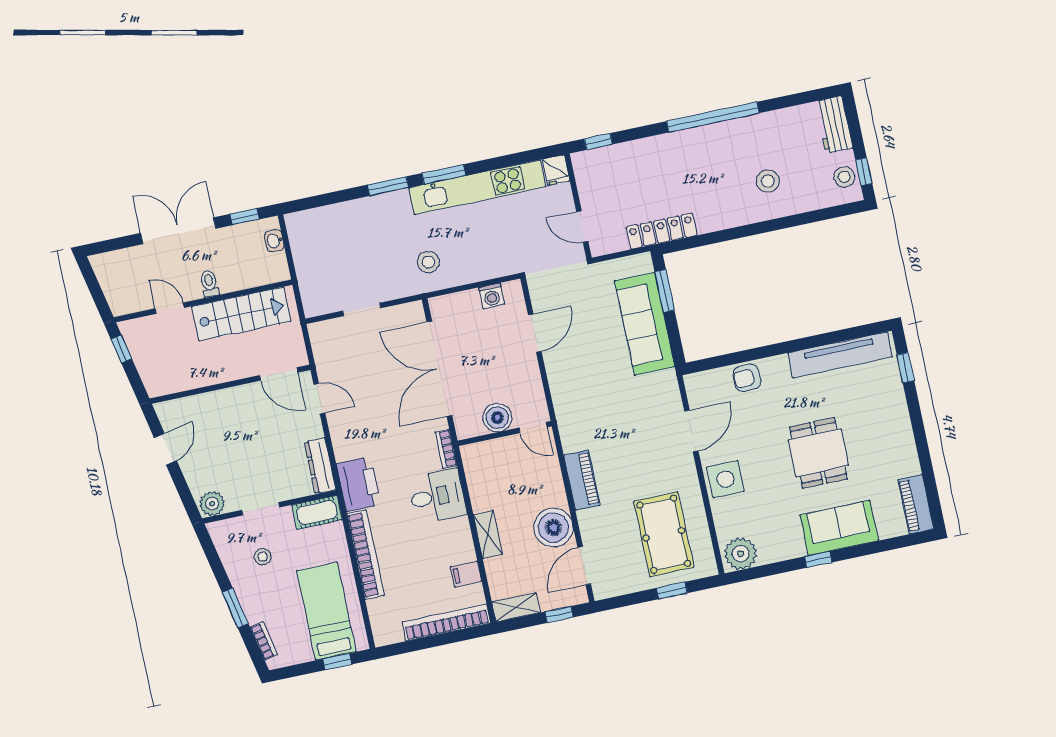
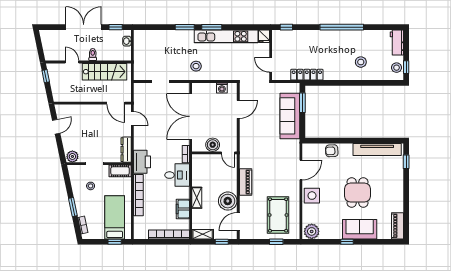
filing cabinet: (466, 574) -> (183, 209), width x2.00

